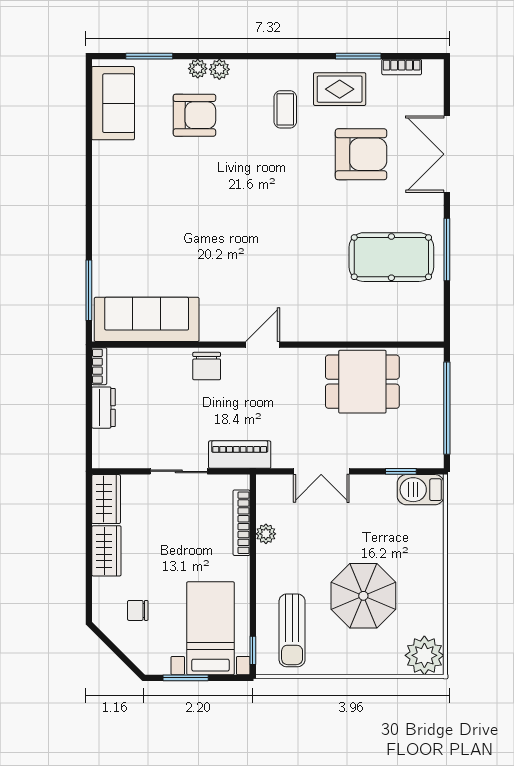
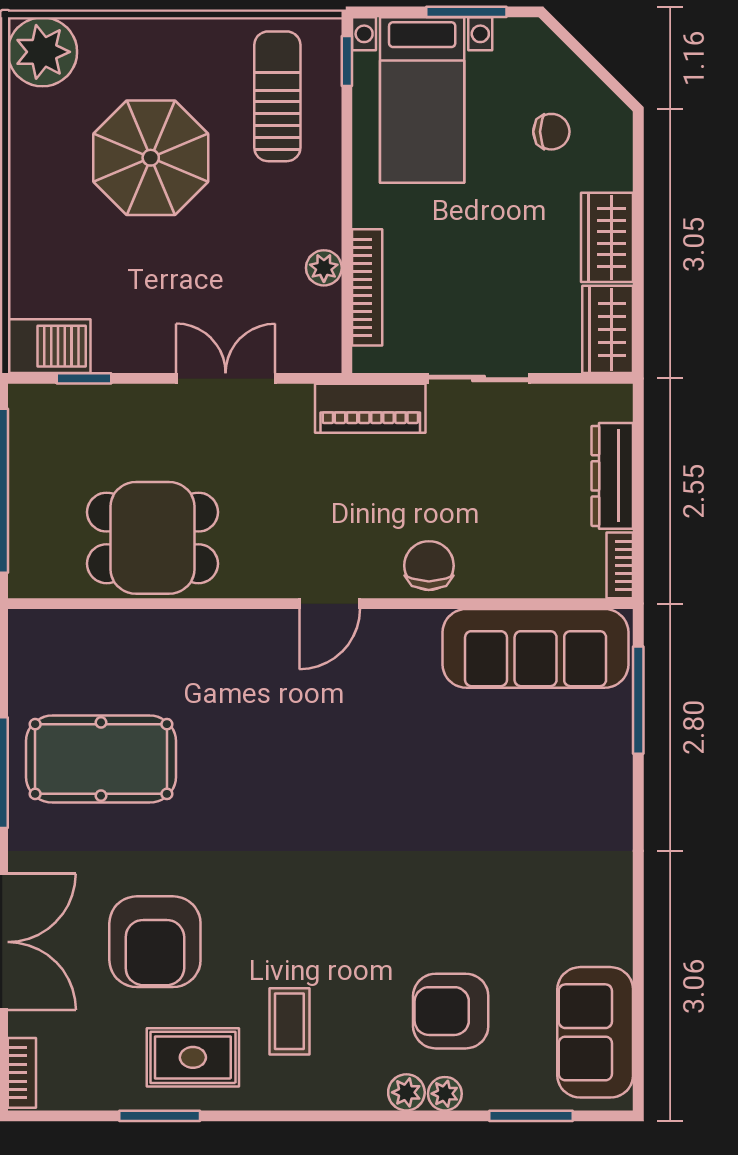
bookcase: (402, 67) -> (22, 1073), moved, turned 90
armchair: (361, 154) -> (155, 942), turned -90
dresser: (103, 408) -> (612, 476), width x1.44

